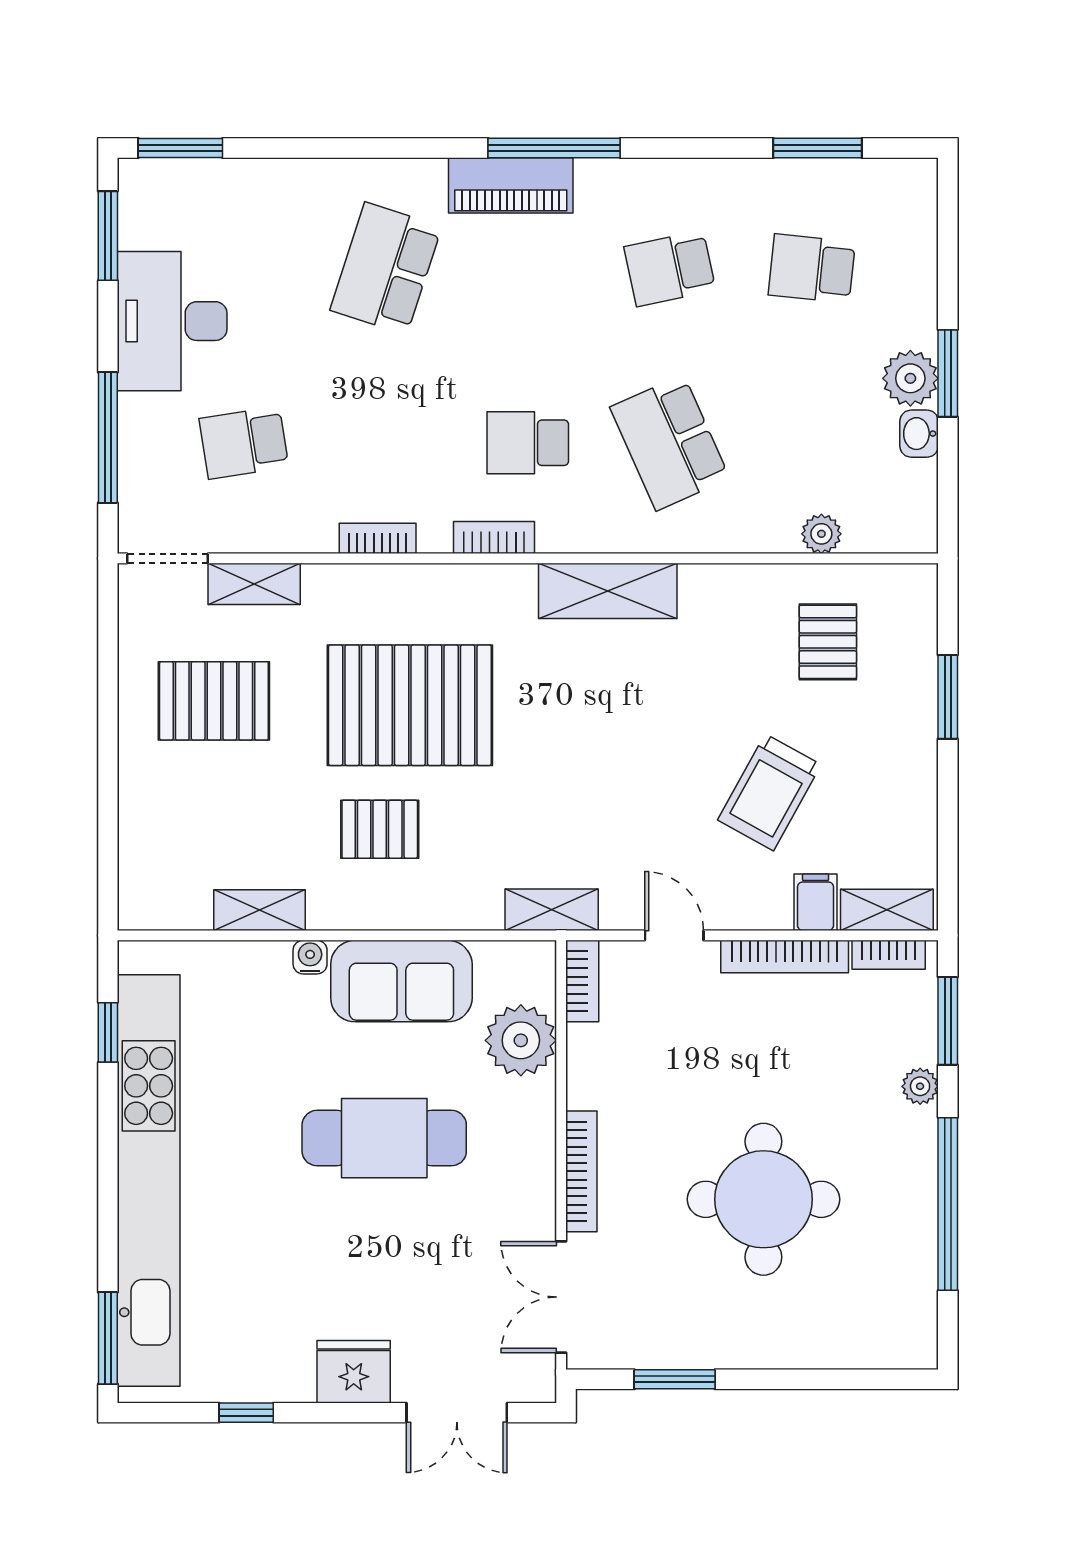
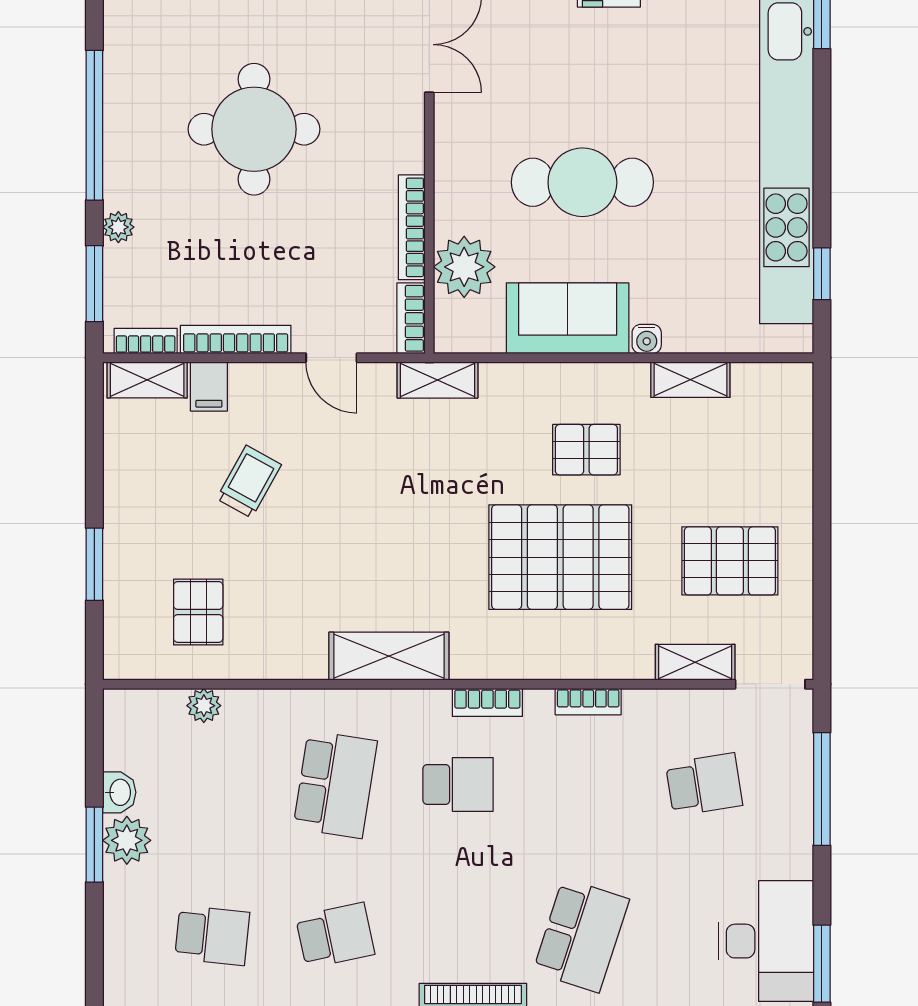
desk: (172, 321) -> (766, 941), moved
school desk: (670, 443) -> (335, 784), turned 33
trolley: (769, 792) -> (249, 482), width x0.73, depth x0.72
bookcase: (581, 1171) -> (412, 227), moved

